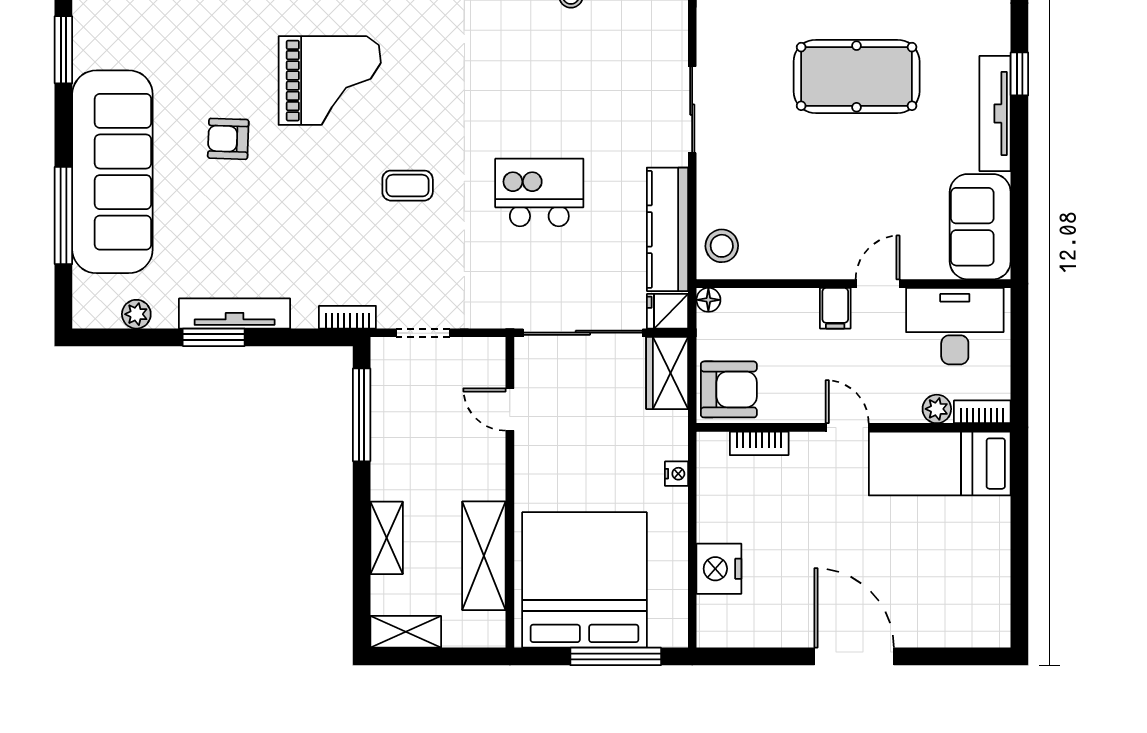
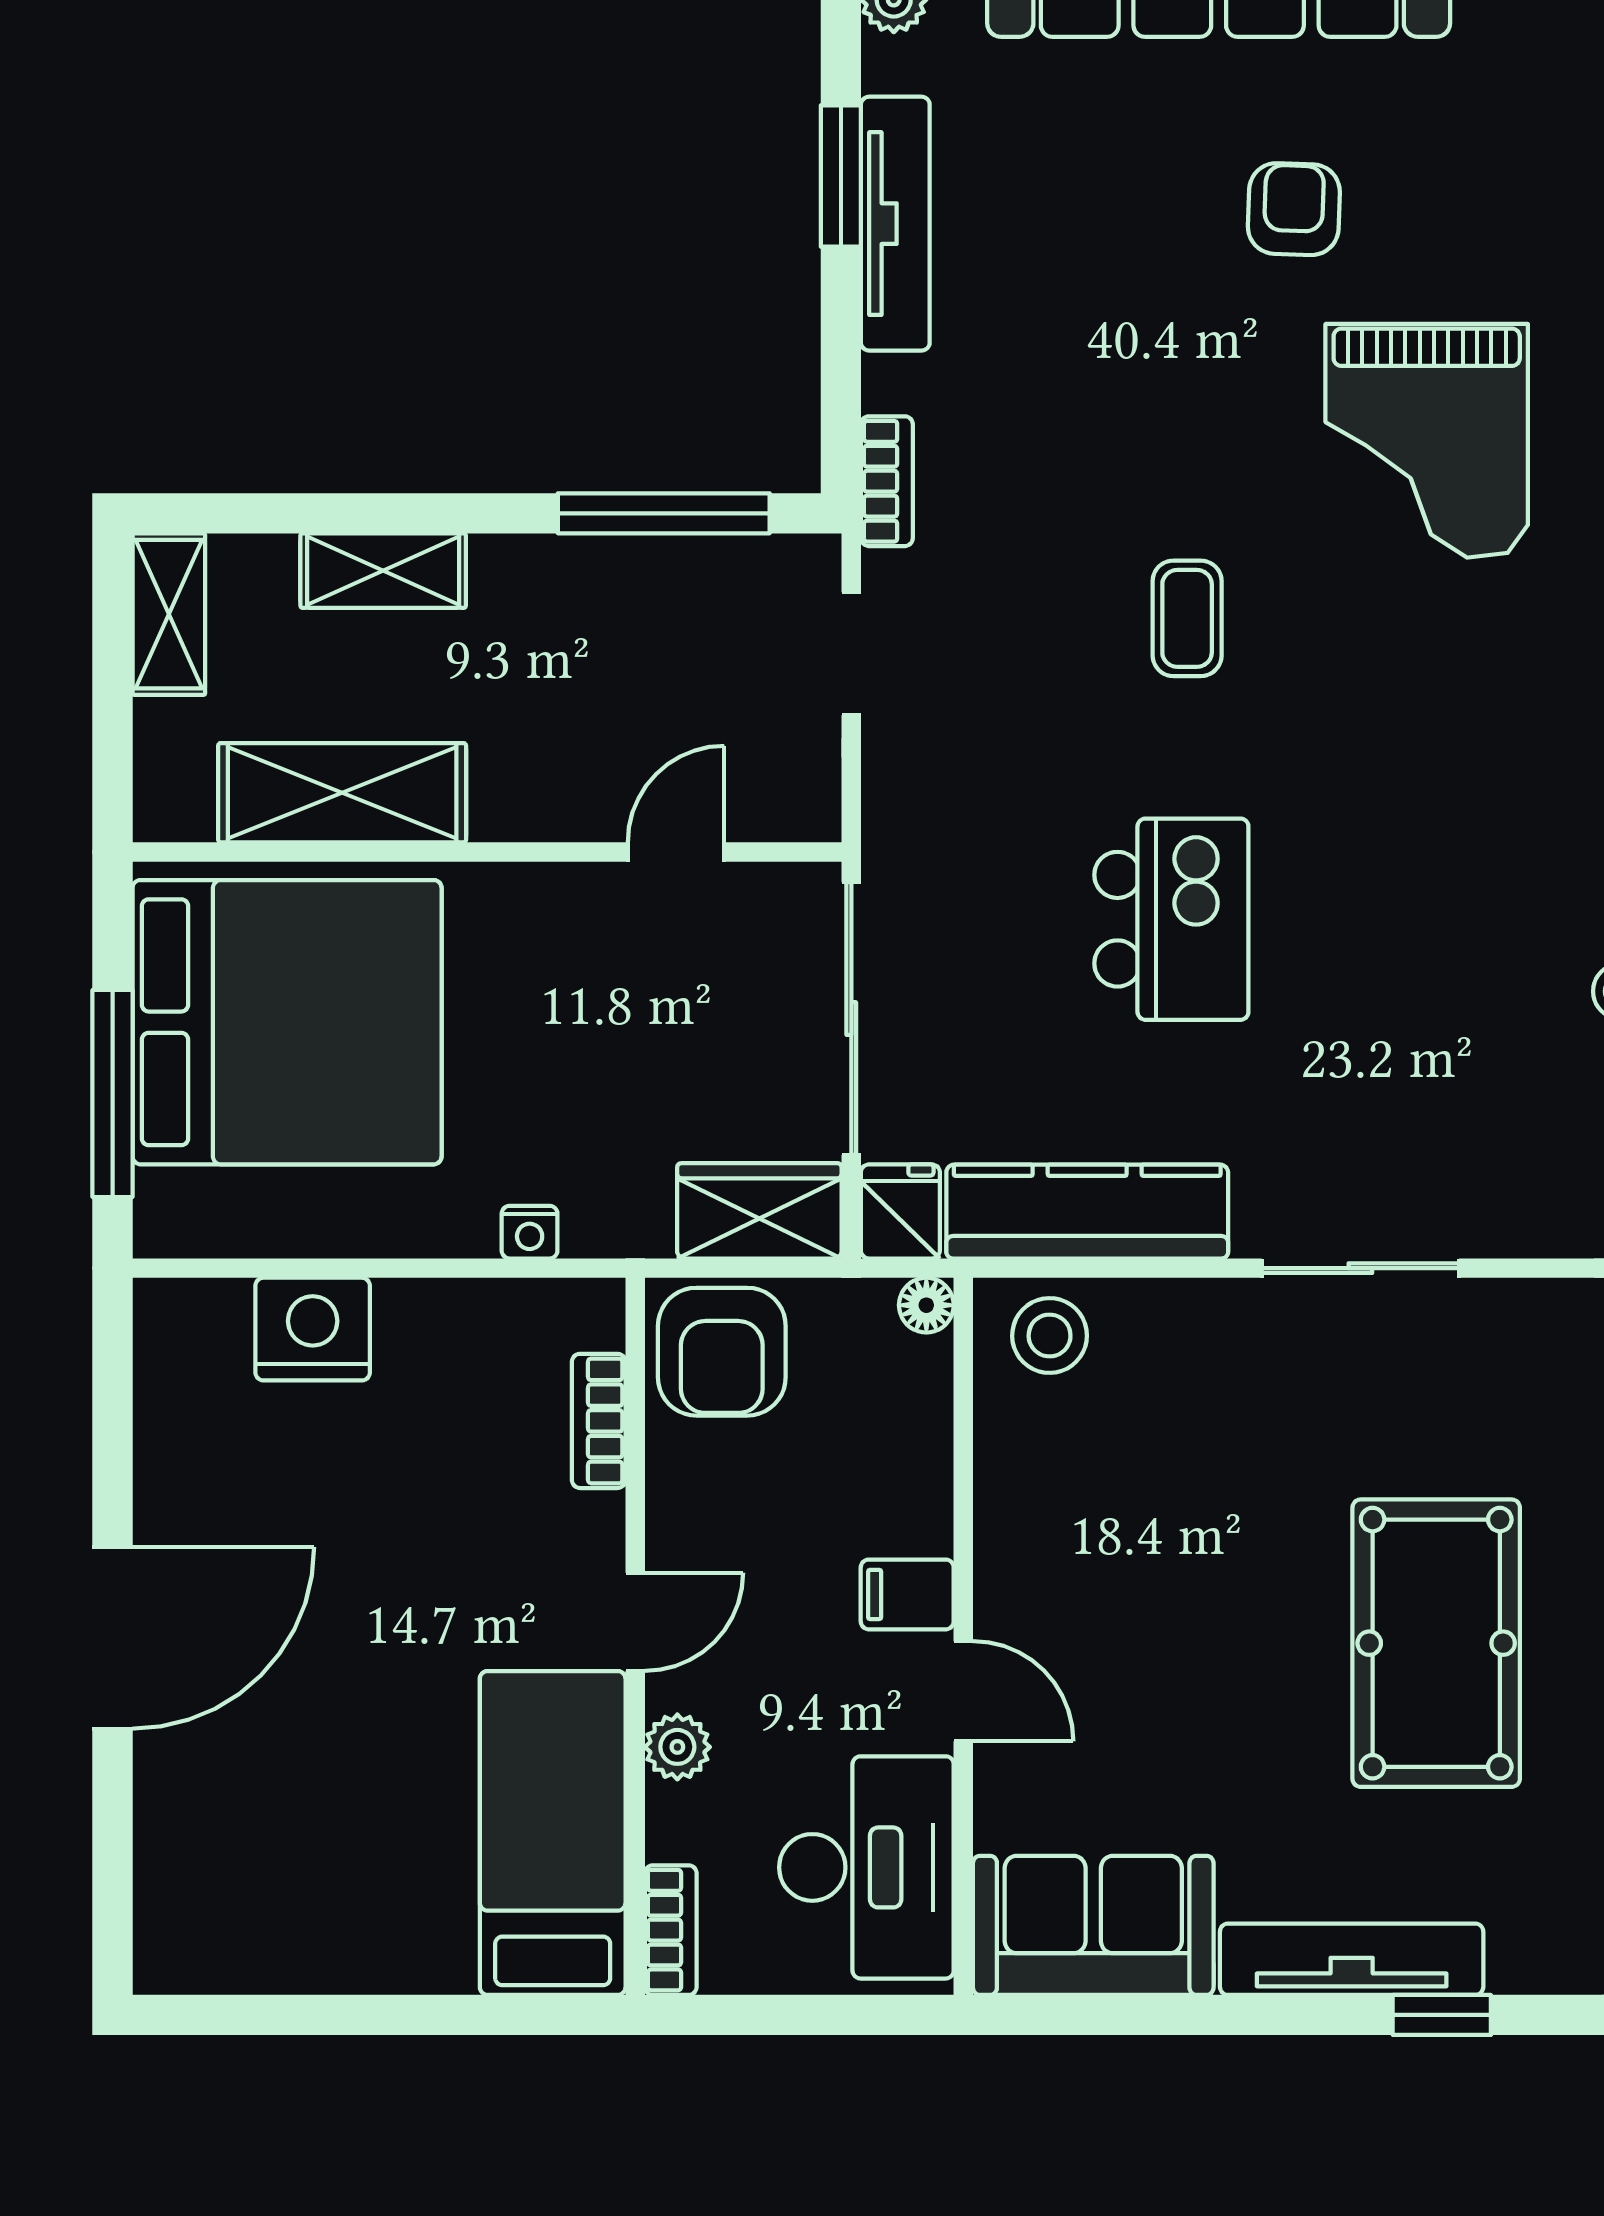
plant: (937, 409) -> (677, 1747), moved

